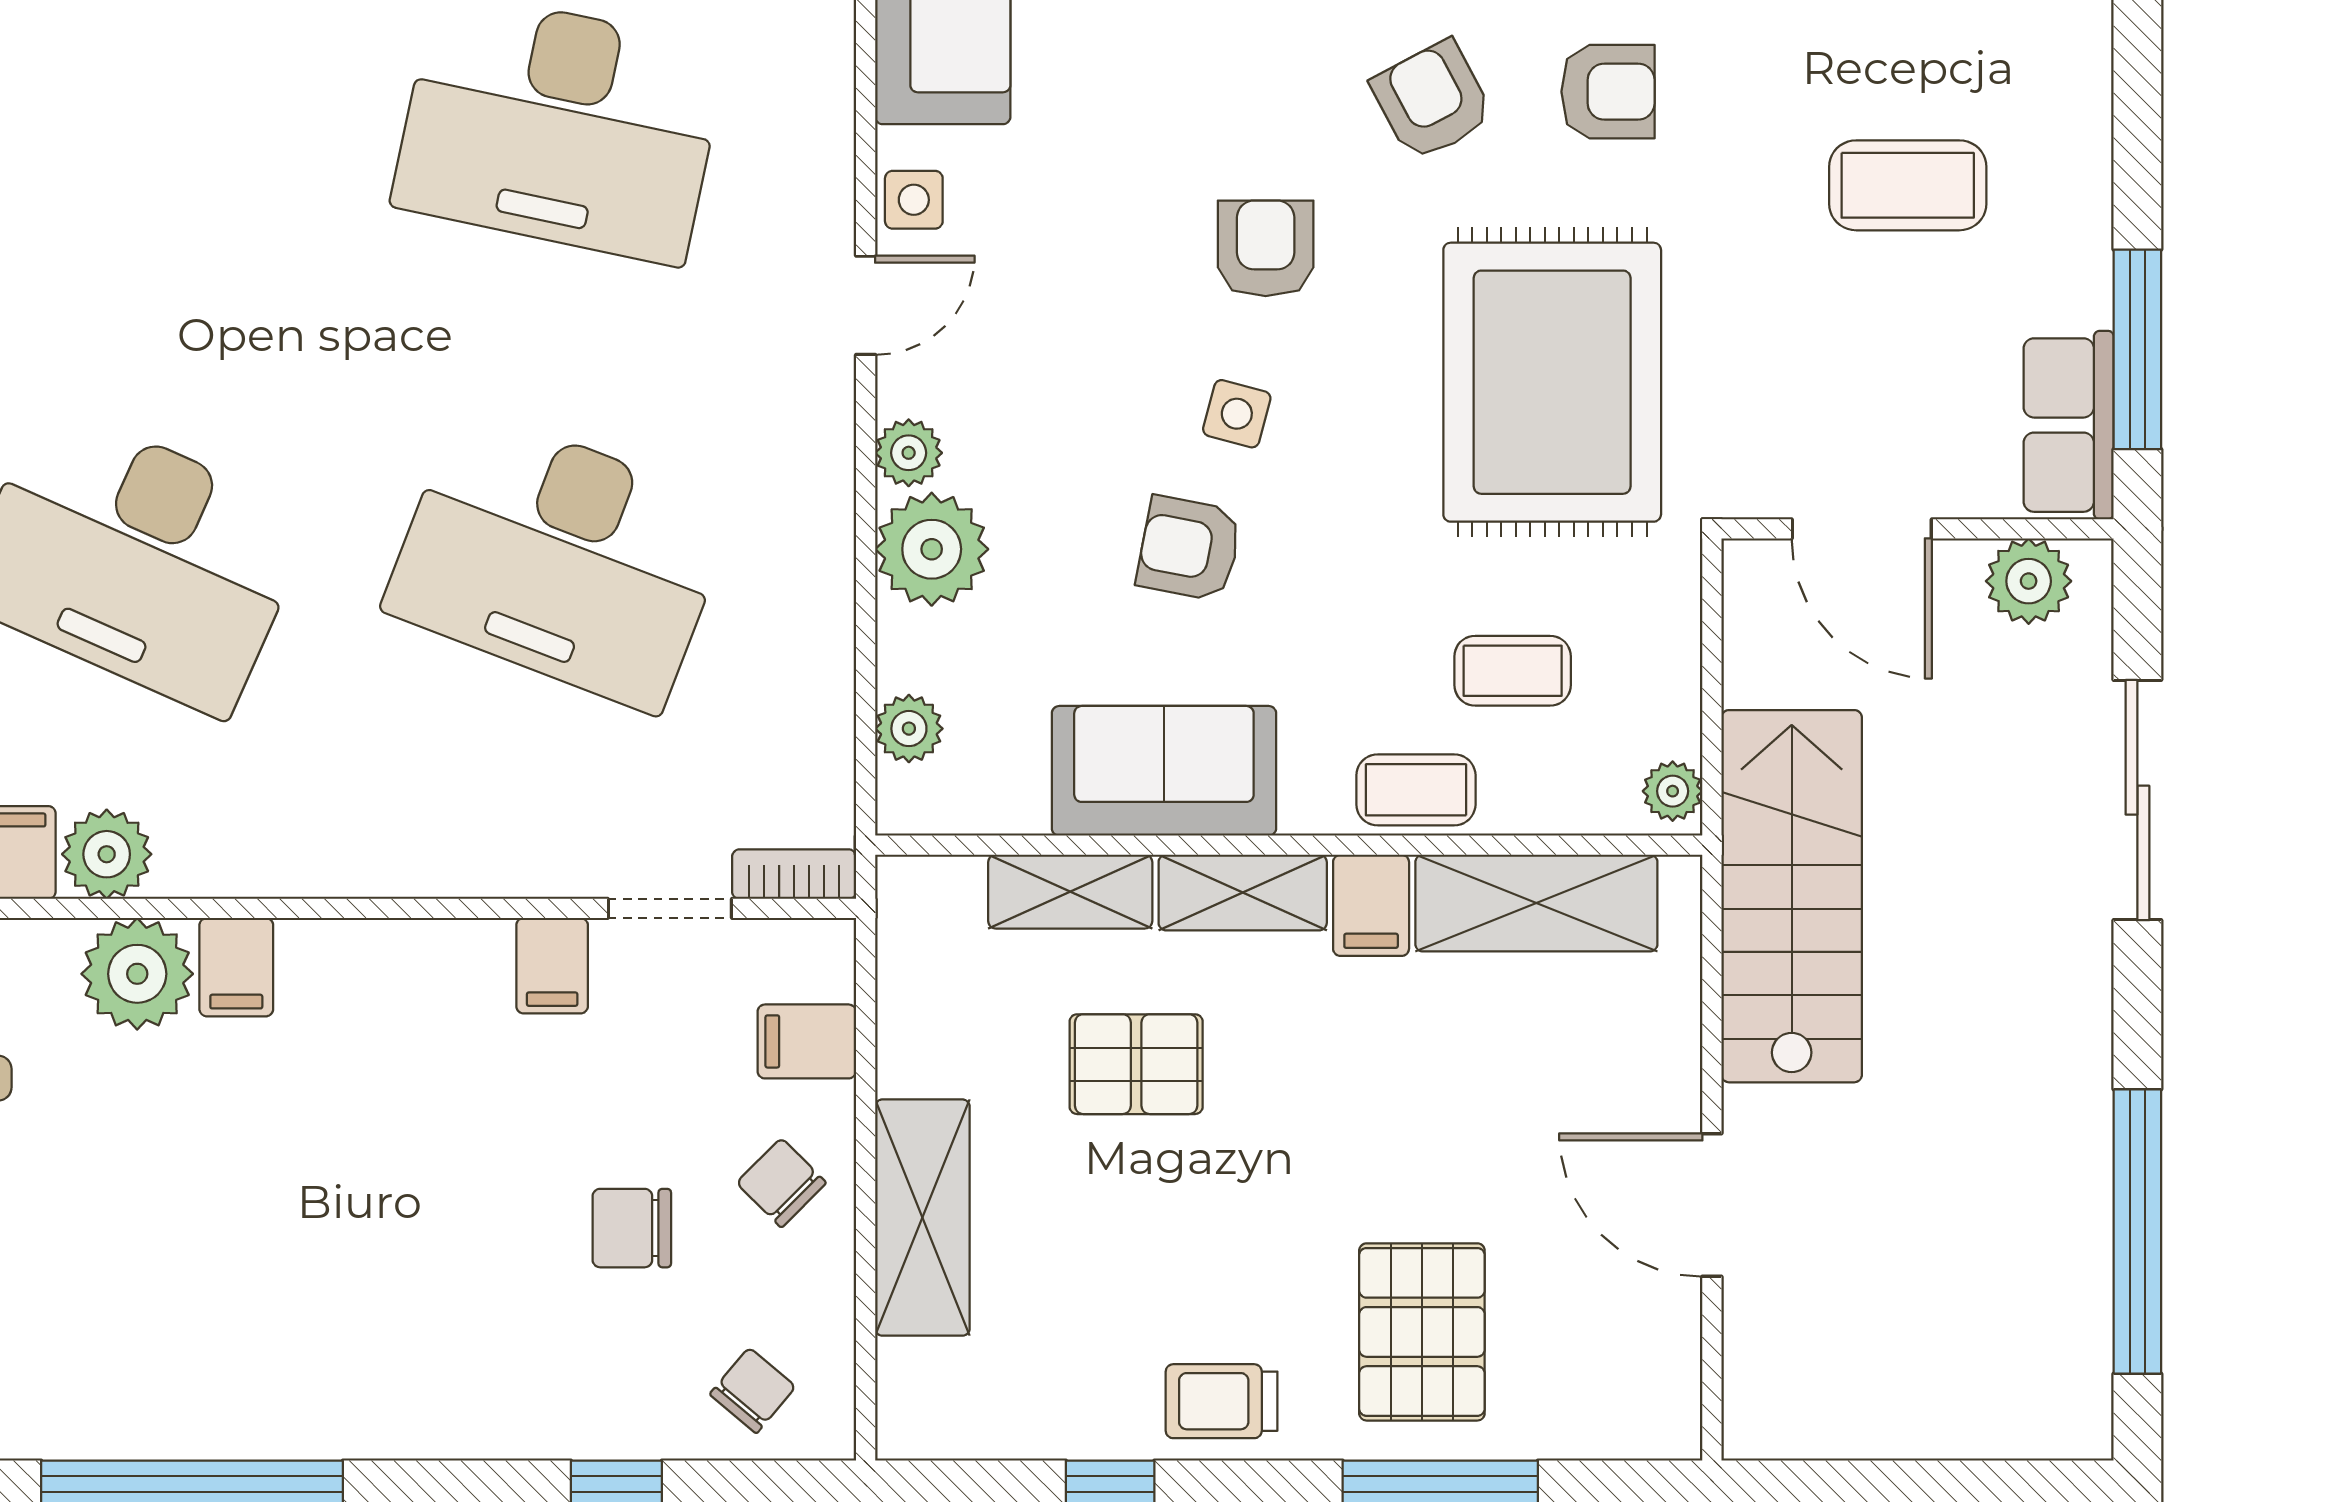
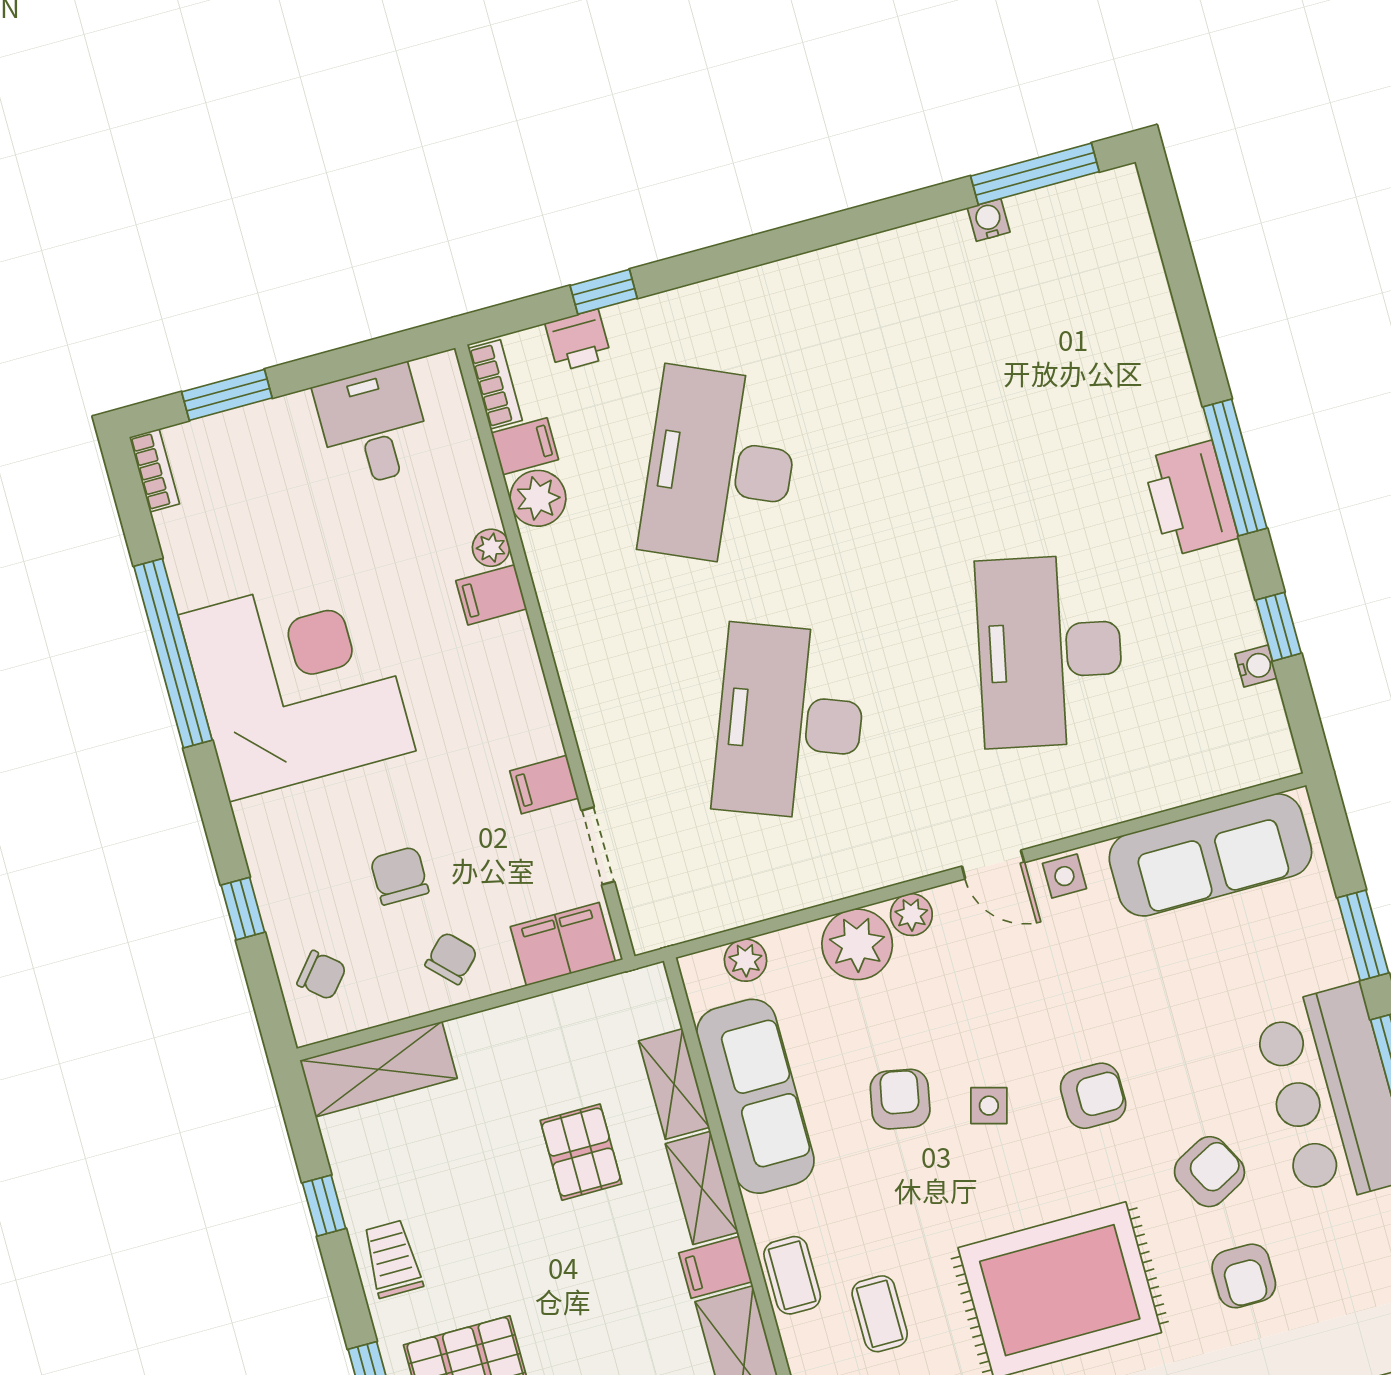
sofa: (1164, 771) -> (755, 1096), width x1.36
bookcase: (794, 874) -> (639, 915), removed
plant: (137, 974) -> (491, 548), width x0.53, depth x0.53
filing cabinet: (807, 1041) -> (563, 944), width x2.00
shelving: (922, 1218) -> (378, 1069), moved
corner desk: (290, 1305) -> (297, 683), added

